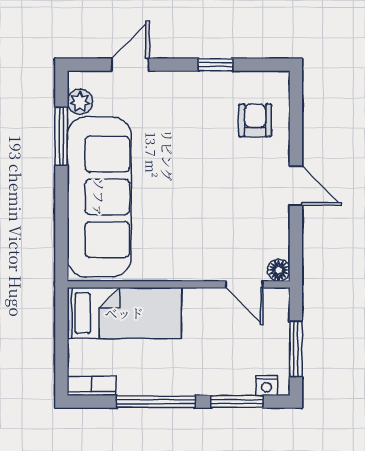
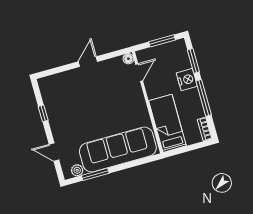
armchair: (255, 120) -> (63, 88), removed
nightstand: (266, 386) -> (187, 80), moved, width x1.89, depth x1.79

